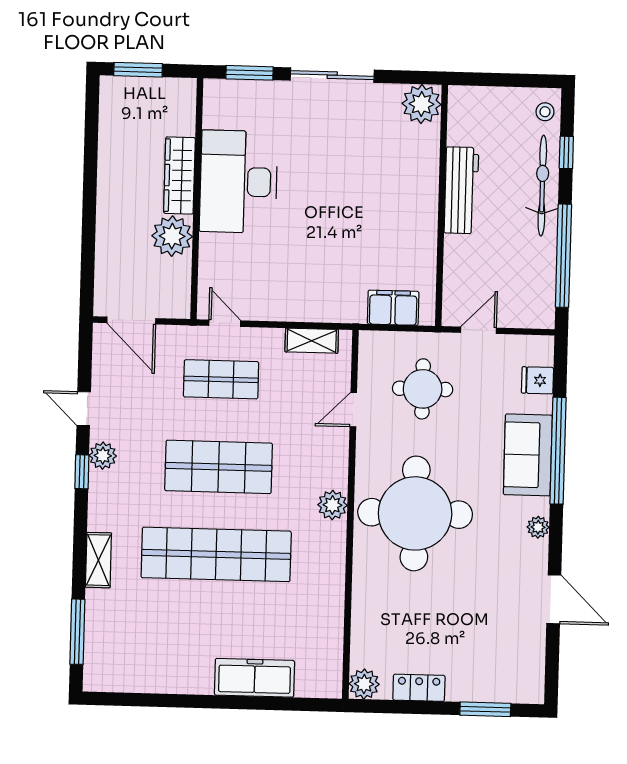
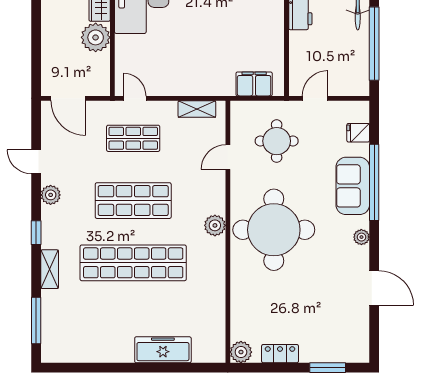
window: (82, 472) -> (36, 233), moved

